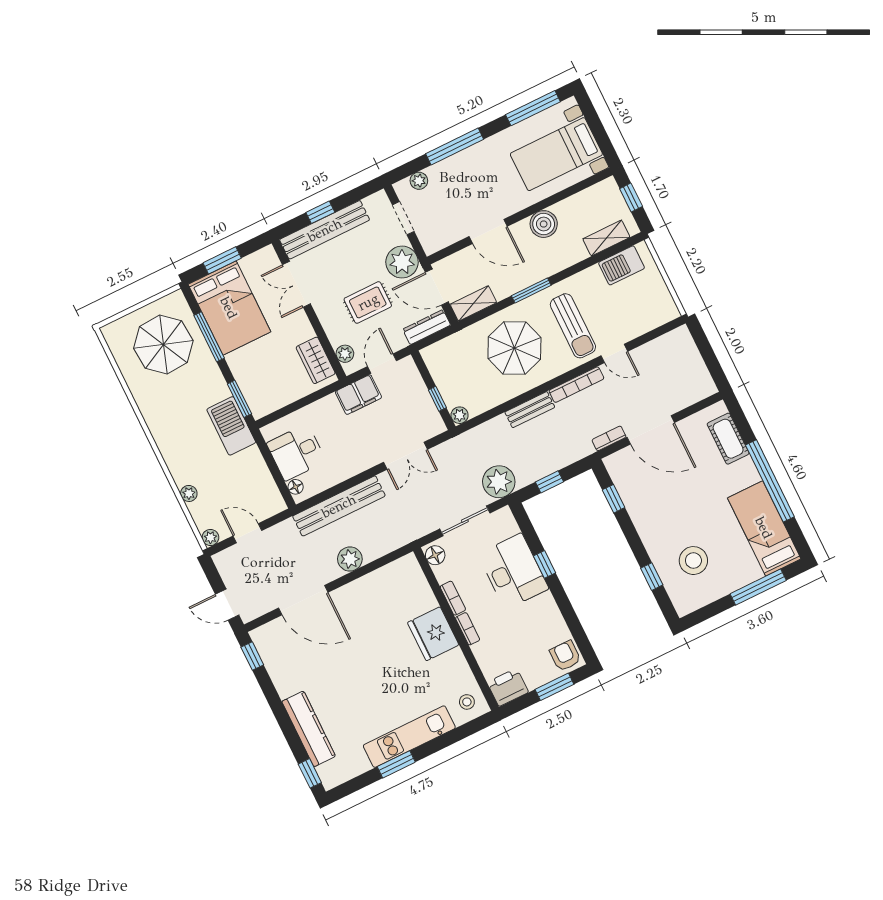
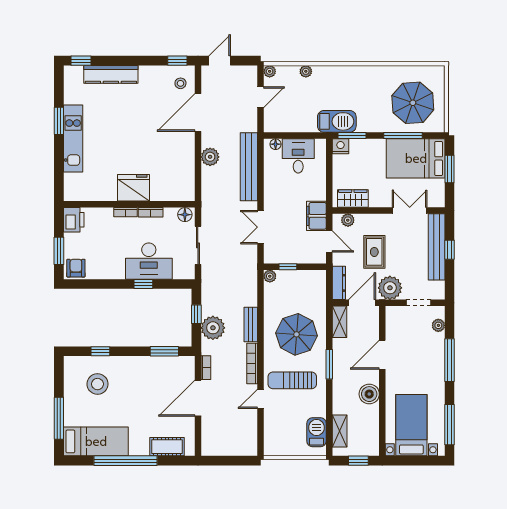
nightstand: (259, 407) -> (340, 146), added
plant: (499, 482) -> (213, 328), moved
window: (614, 499) -> (164, 351), width x1.50
armchair: (565, 656) -> (76, 268), turned -90
stool: (467, 702) -> (180, 83), moved

